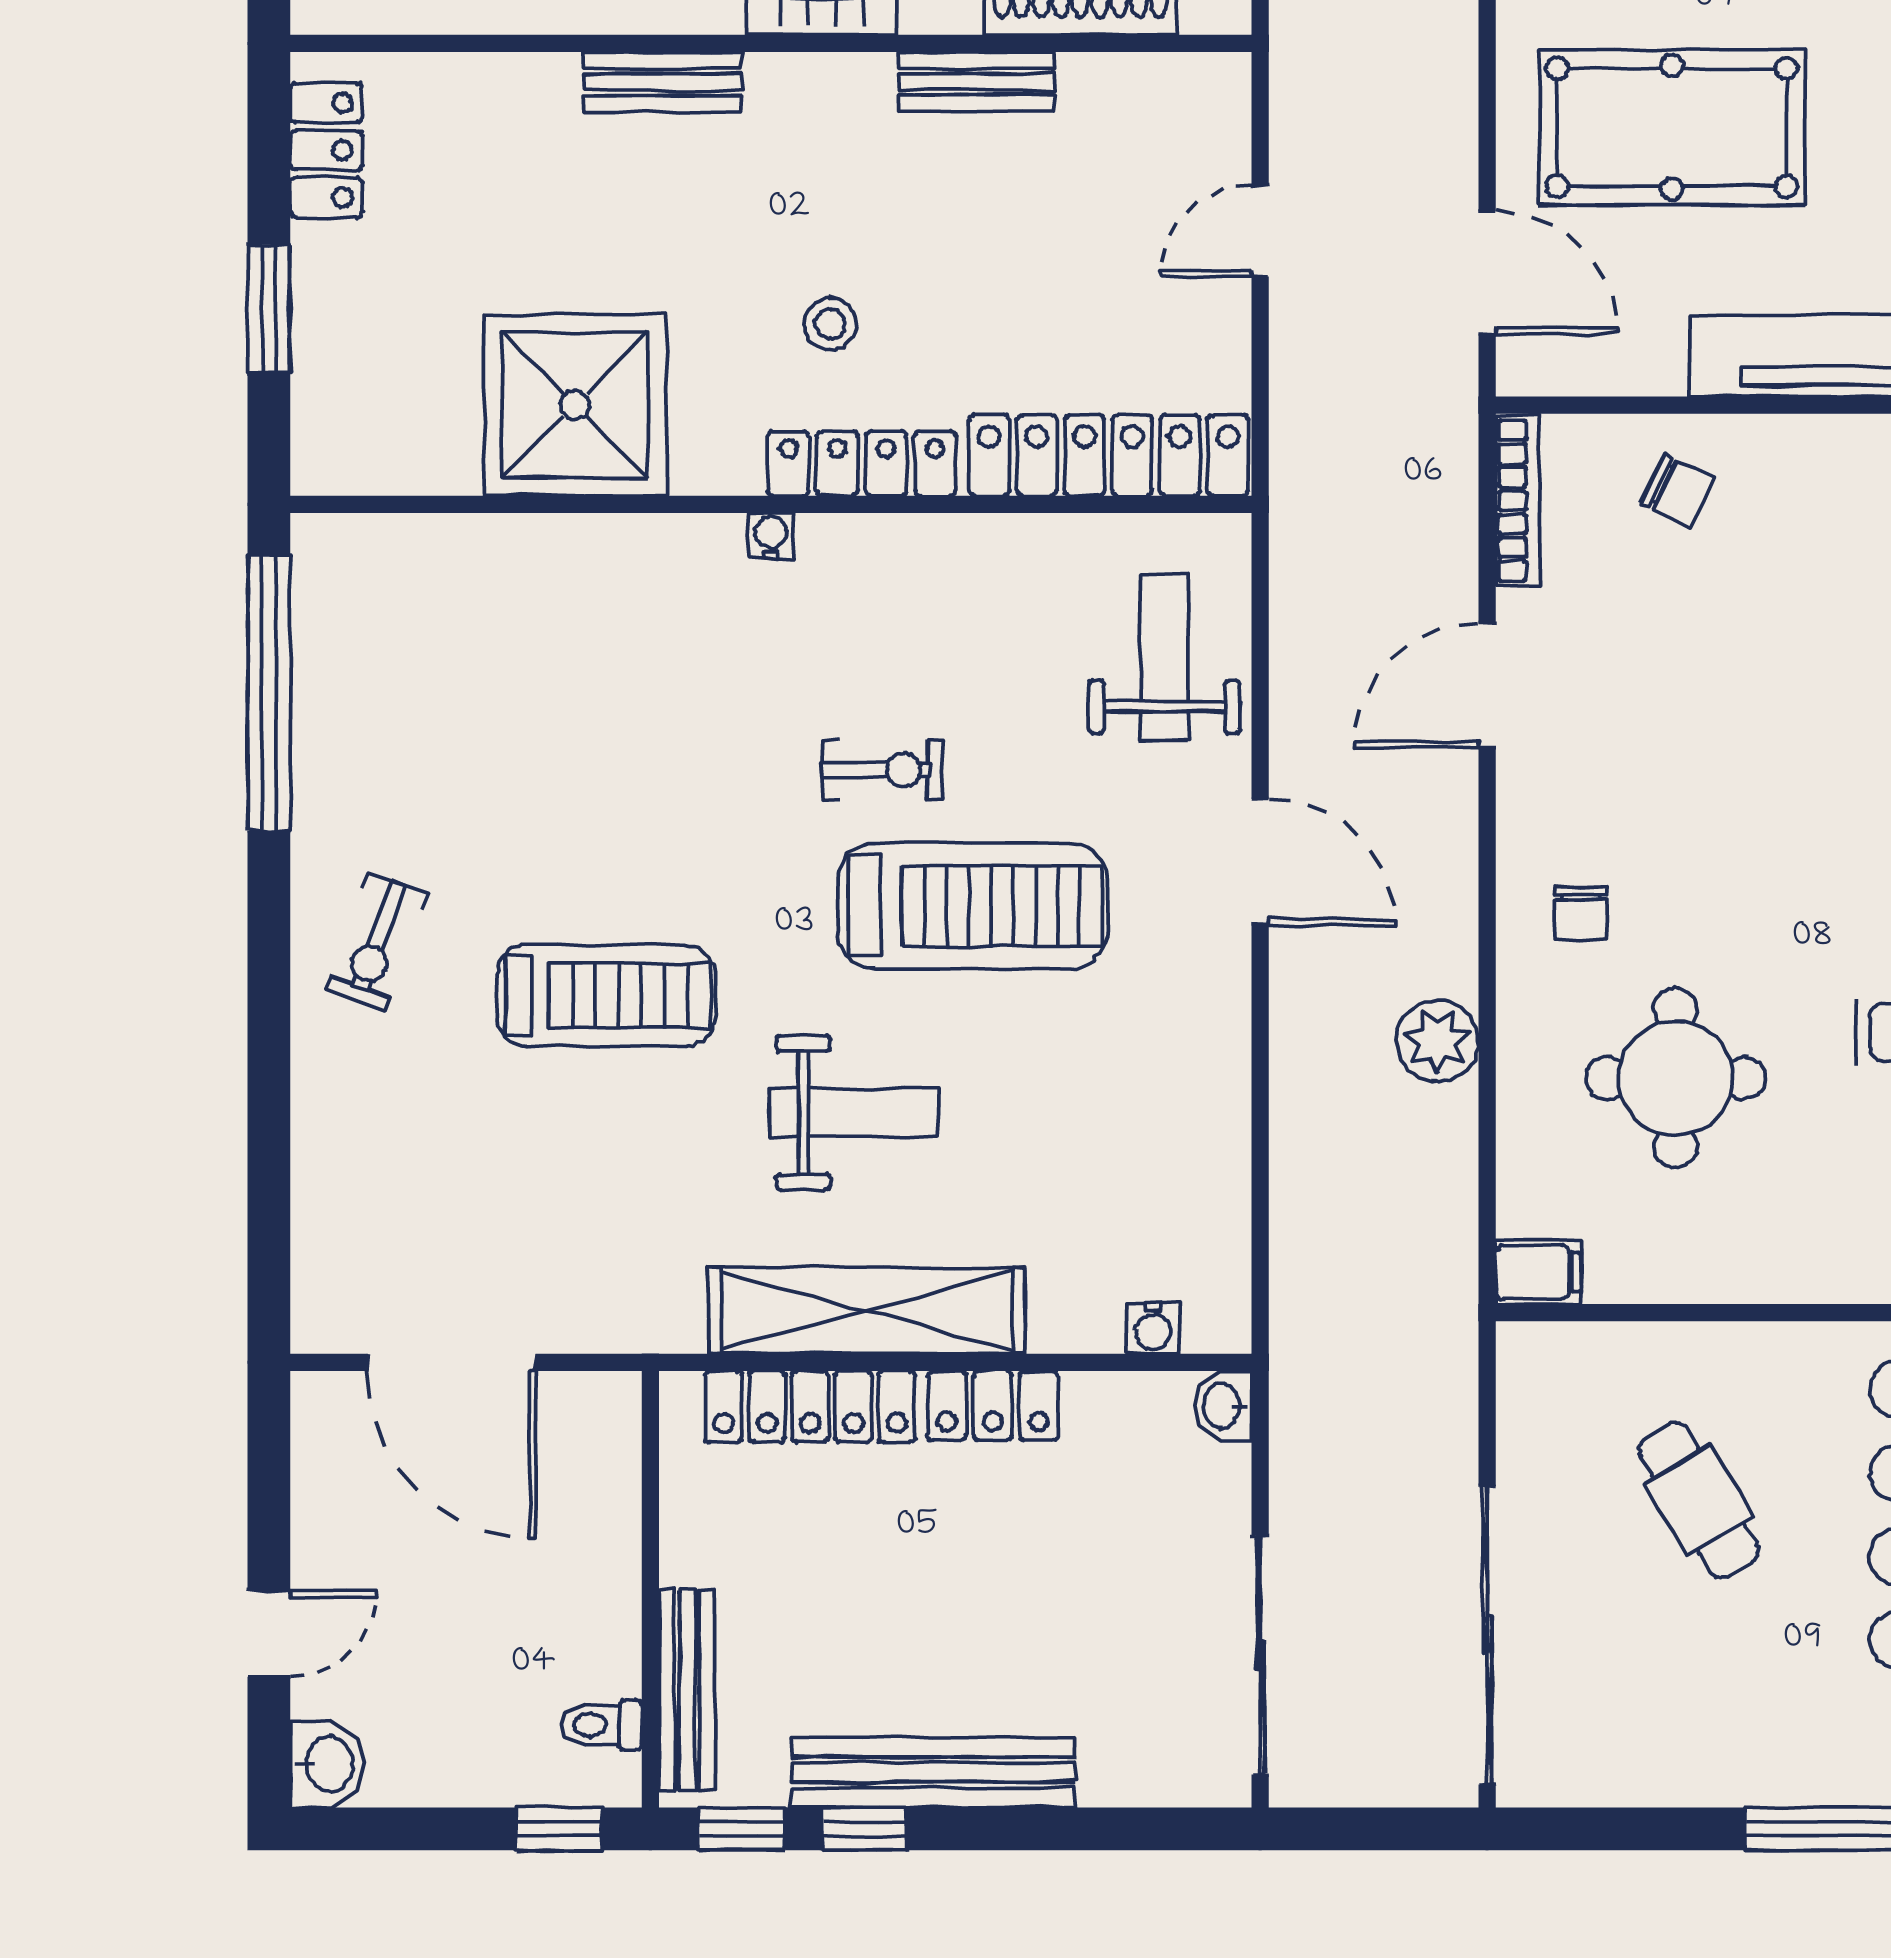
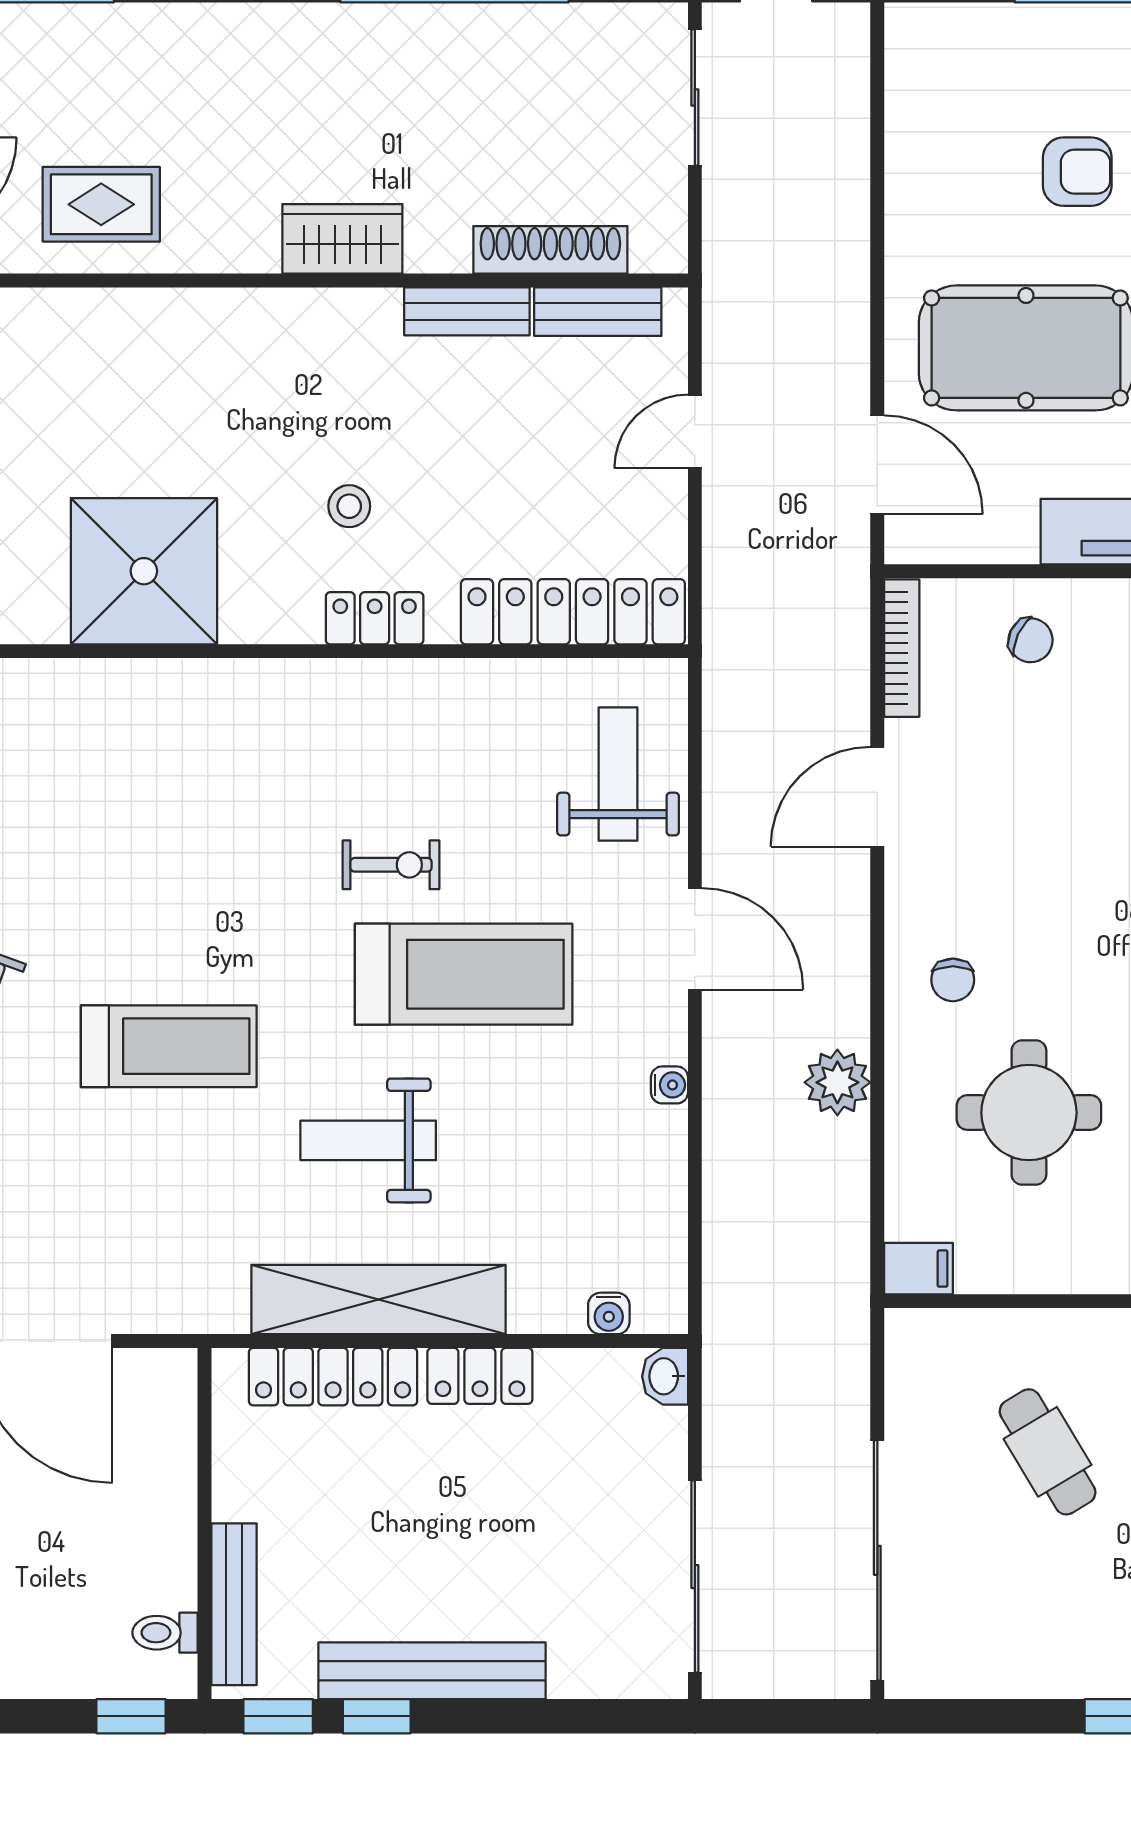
bench: (663, 82) -> (598, 312), moved
locker: (862, 463) -> (375, 618), width x0.66
water cooler: (771, 536) -> (670, 1085), moved, turned 90
weight bench: (854, 1113) -> (368, 1140), turned 180

